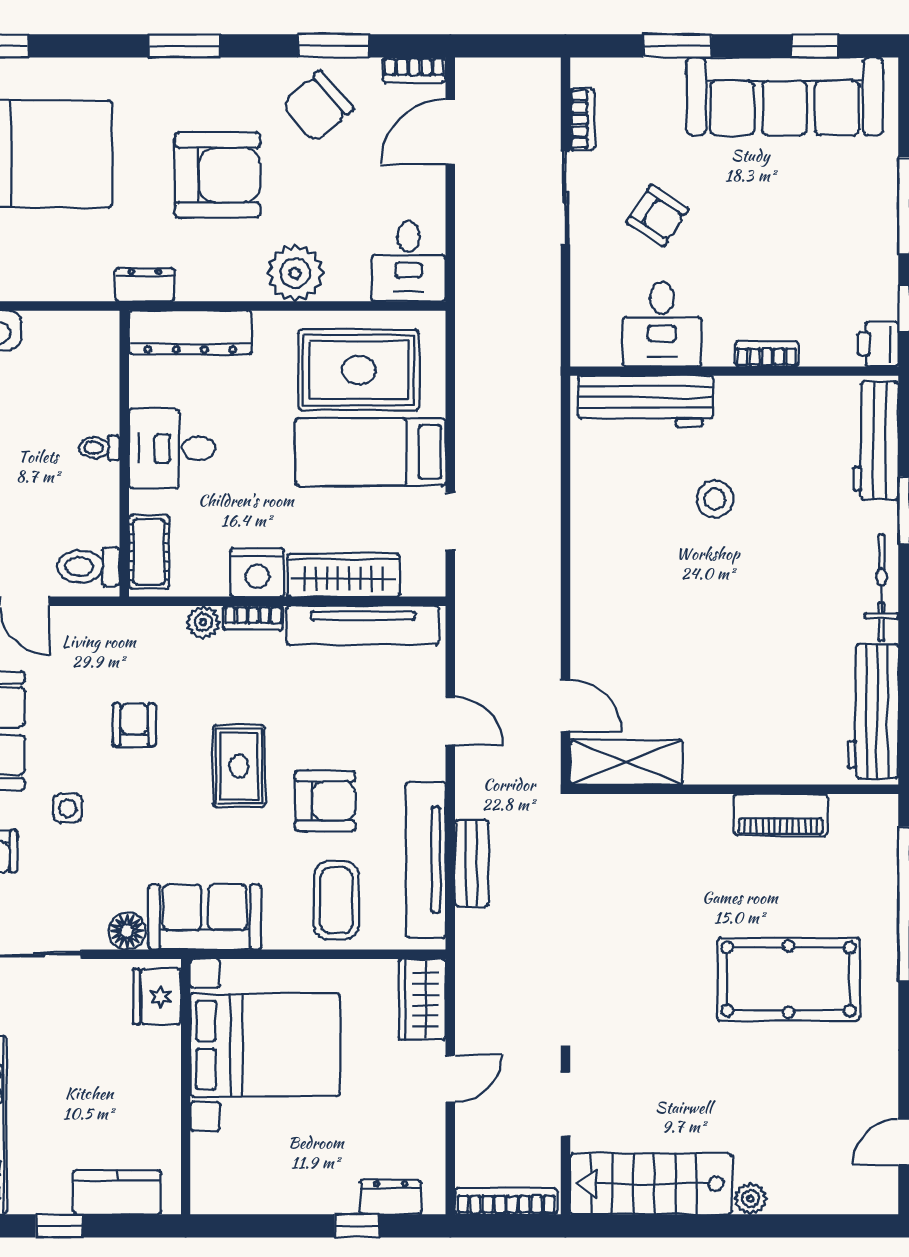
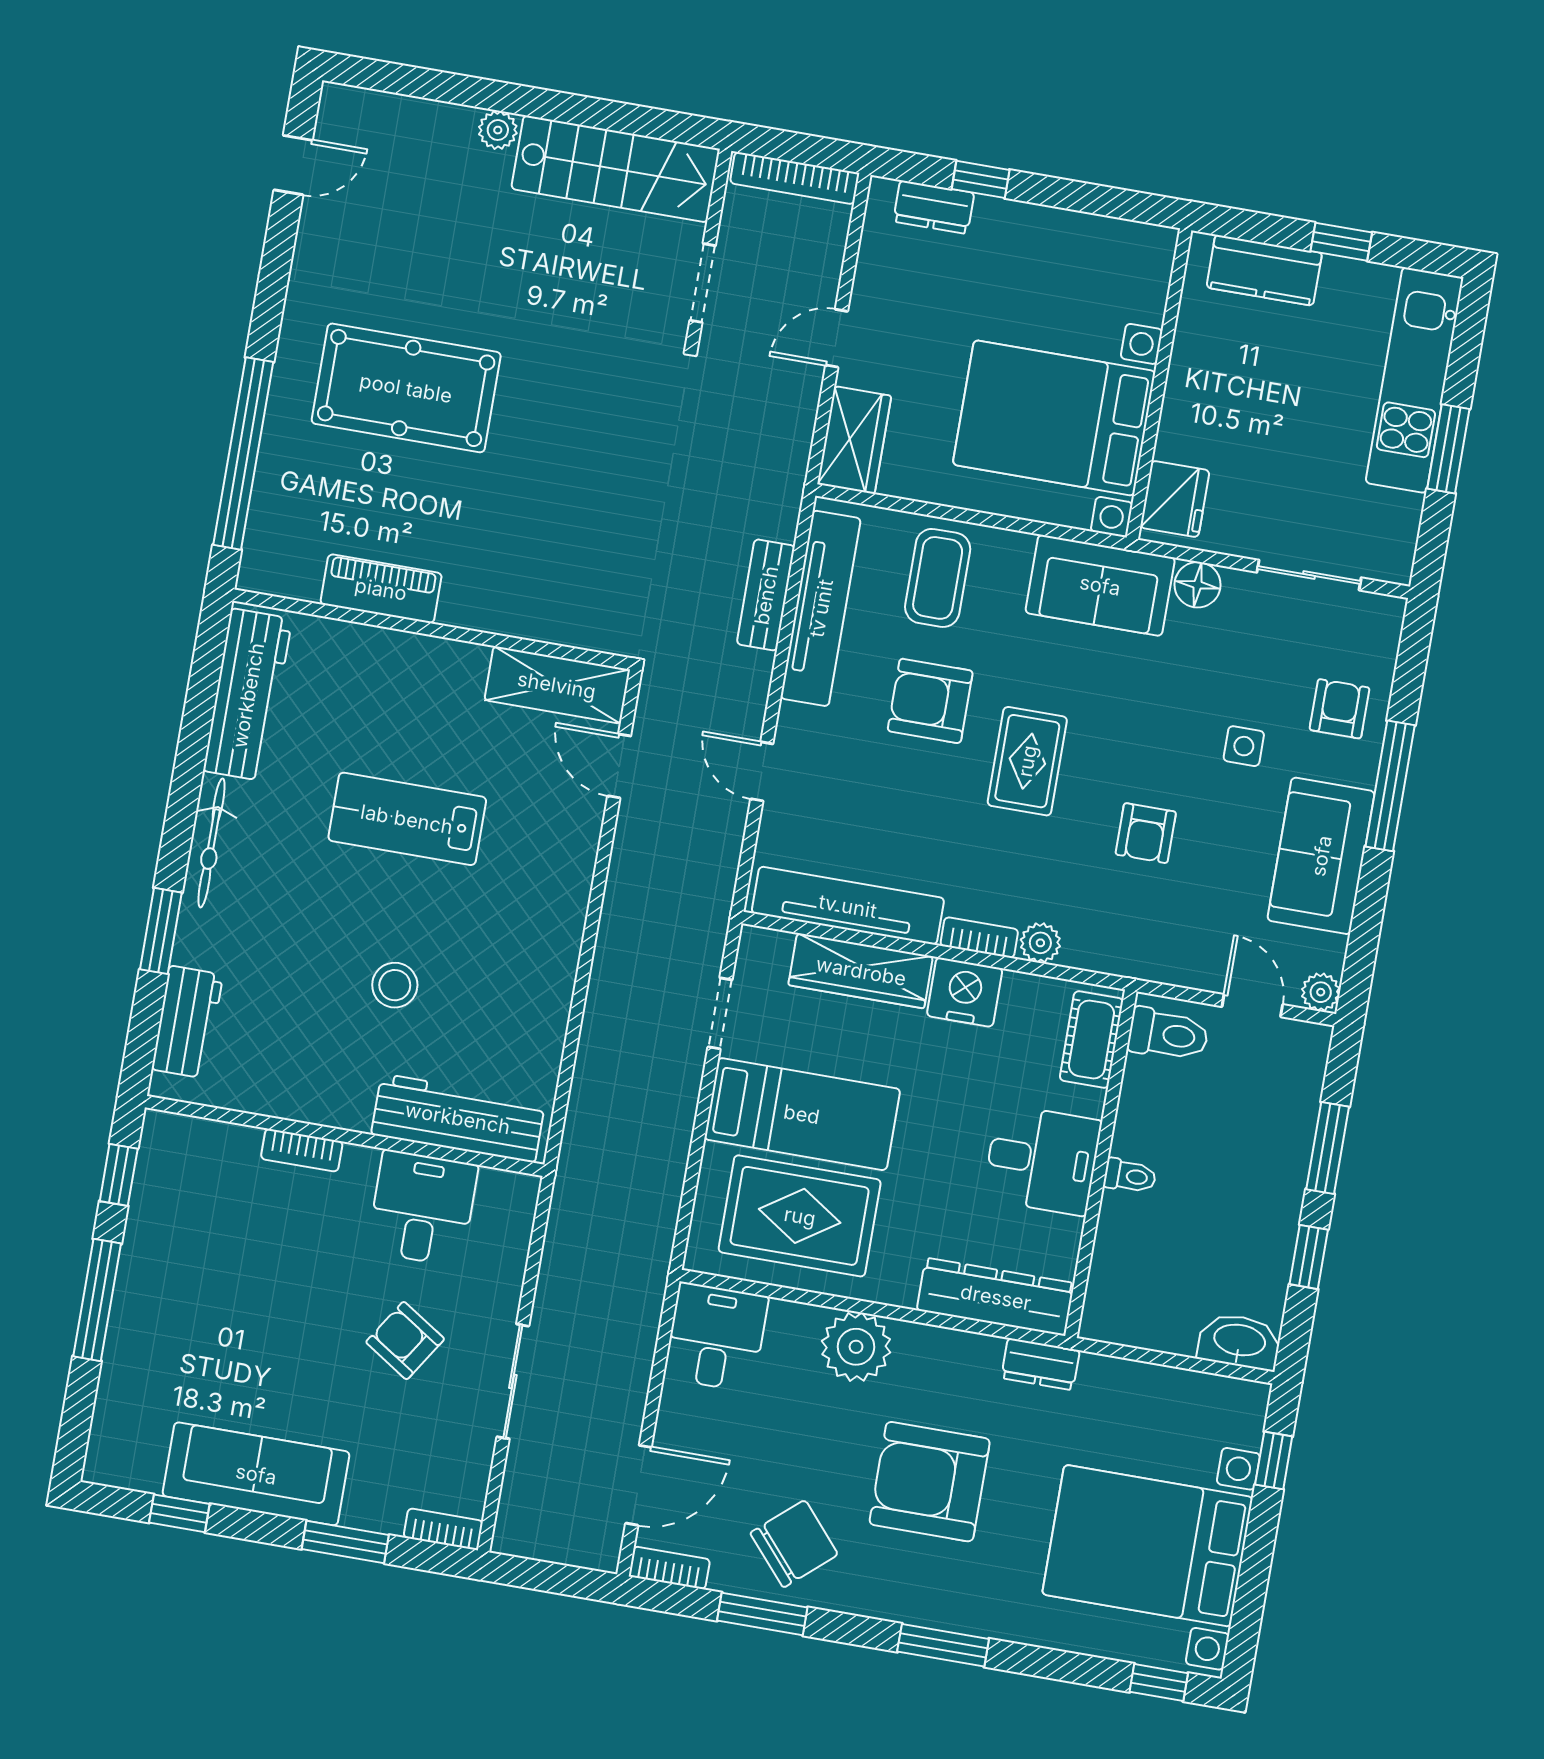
sofa: (784, 96) -> (256, 1474), width x0.74, depth x0.79
bookcase: (582, 119) -> (443, 1529), moved, turned 90
printer: (878, 344) -> (165, 1139), removed
workbench: (876, 441) -> (187, 1022), width x0.73
lab bench: (728, 634) -> (407, 819), added

